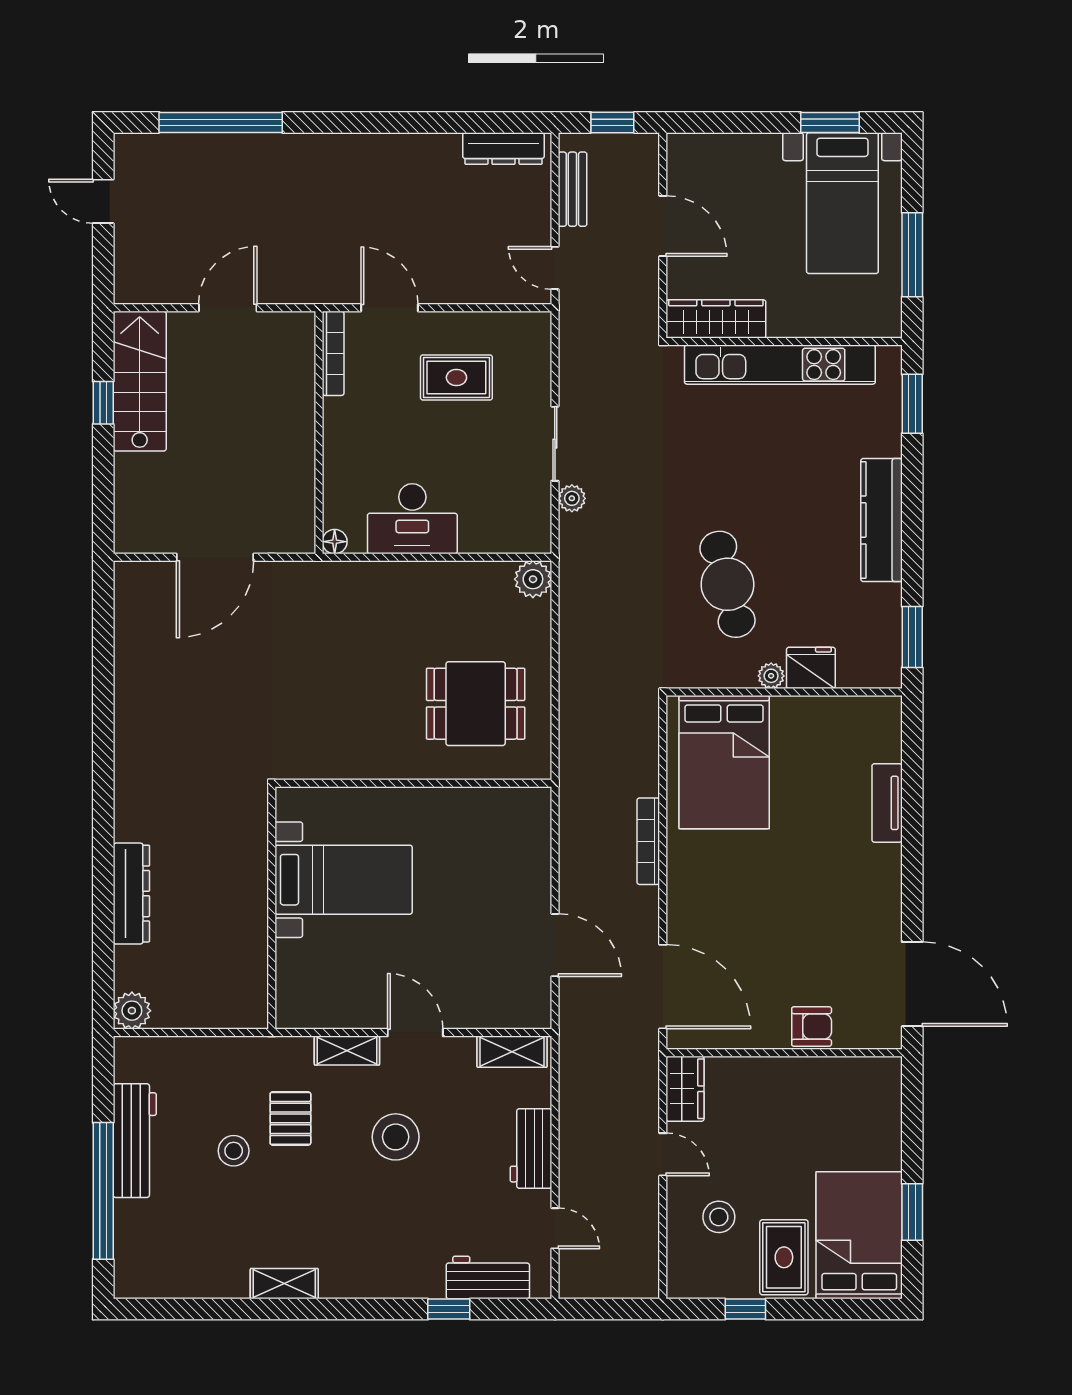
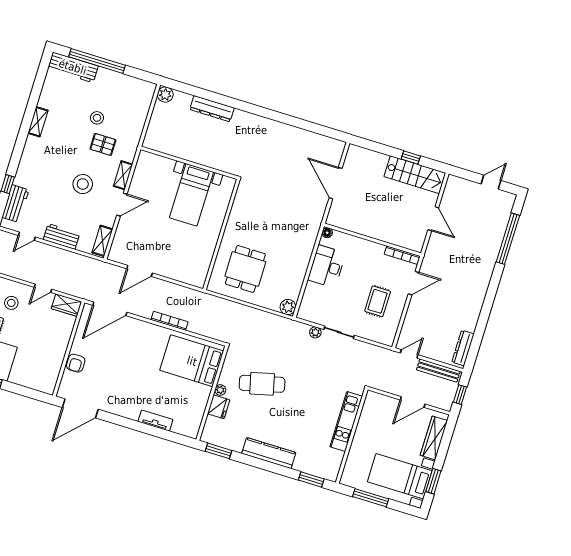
bench: (572, 189) -> (438, 371), width x1.36
wardrobe: (716, 319) -> (434, 438), moved, turned 180
kitchen unit: (780, 365) -> (346, 421), width x0.73
workbench: (135, 1141) -> (73, 67), moved

